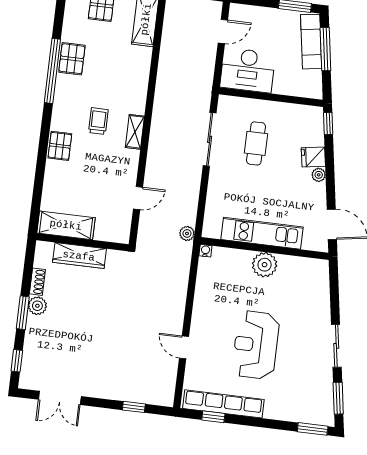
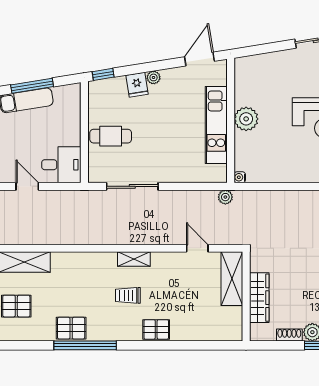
desk: (248, 70) -> (61, 165), width x0.73
cafe table: (256, 143) -> (111, 136), moved
shelving: (66, 225) -> (232, 279), moved

